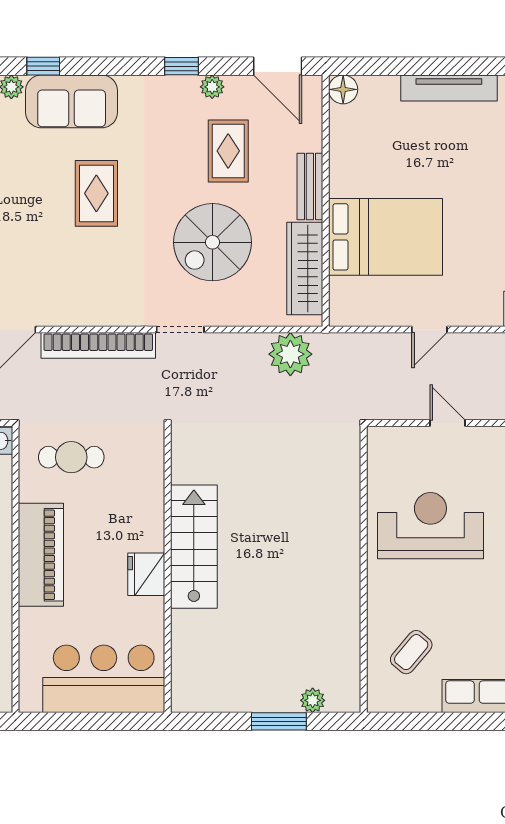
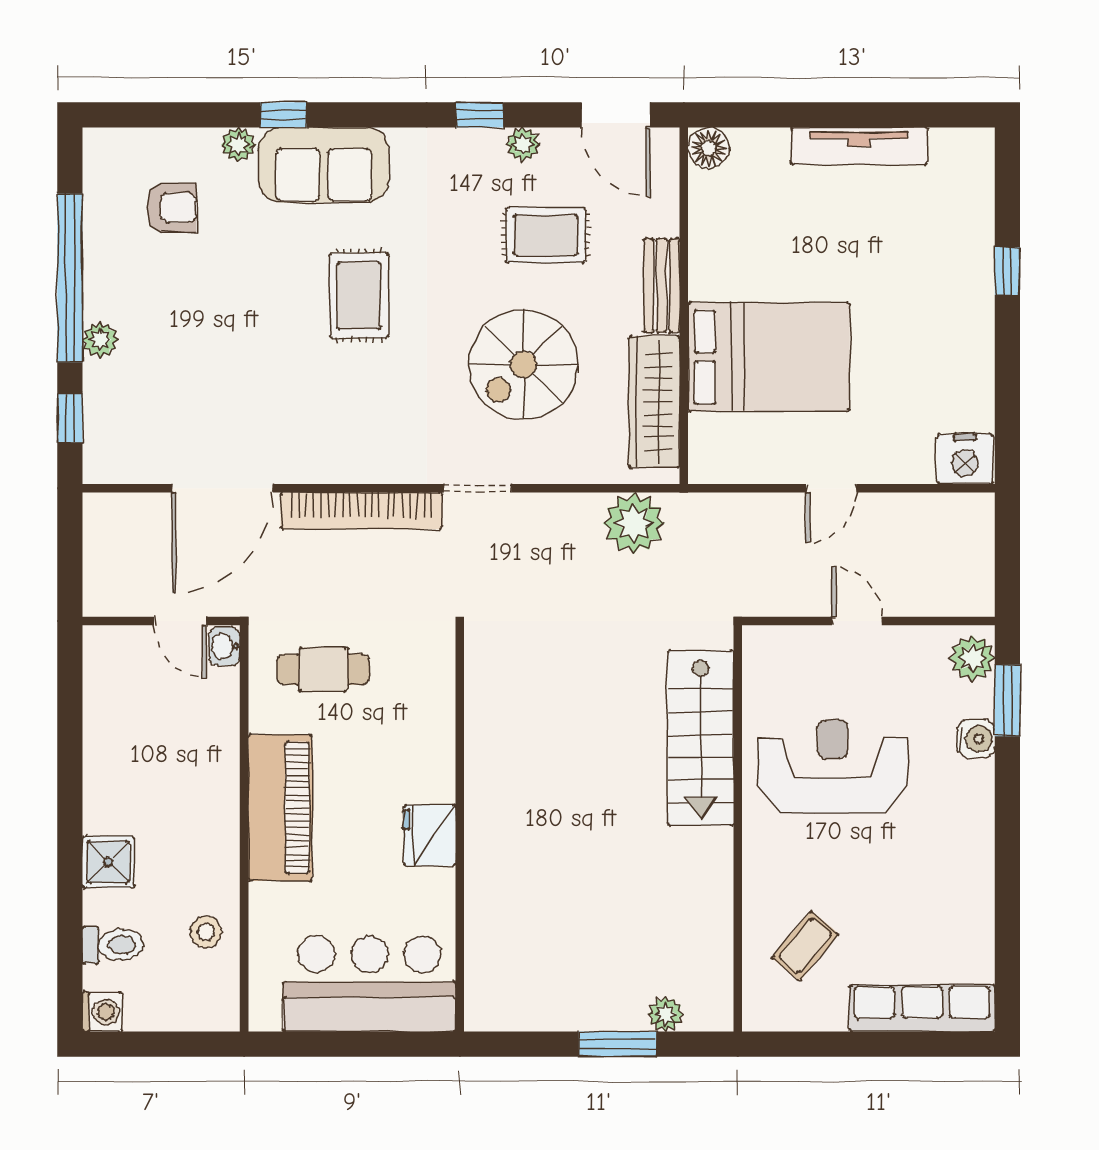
rug: (228, 151) -> (546, 235), turned 90
stairs: (194, 547) -> (701, 738), moved, turned 180

